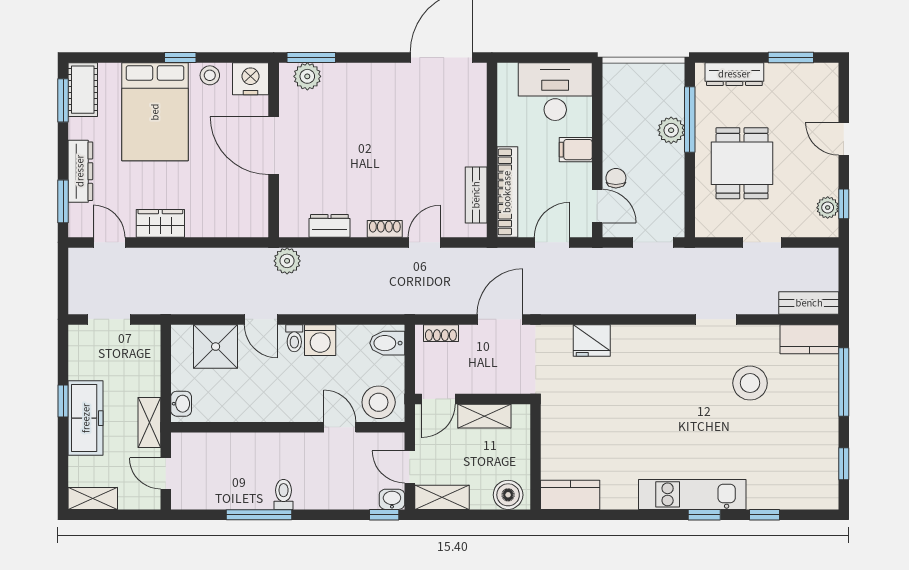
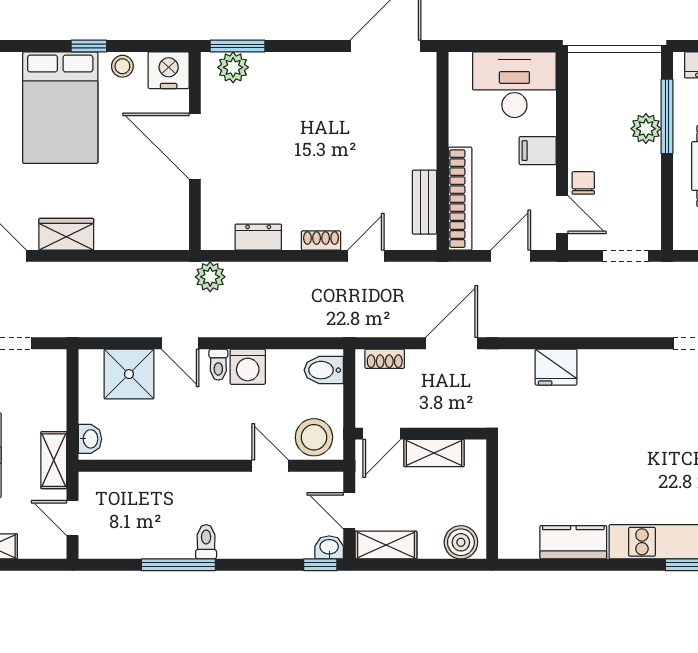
kitchen counter: (570, 495) -> (573, 542), moved

